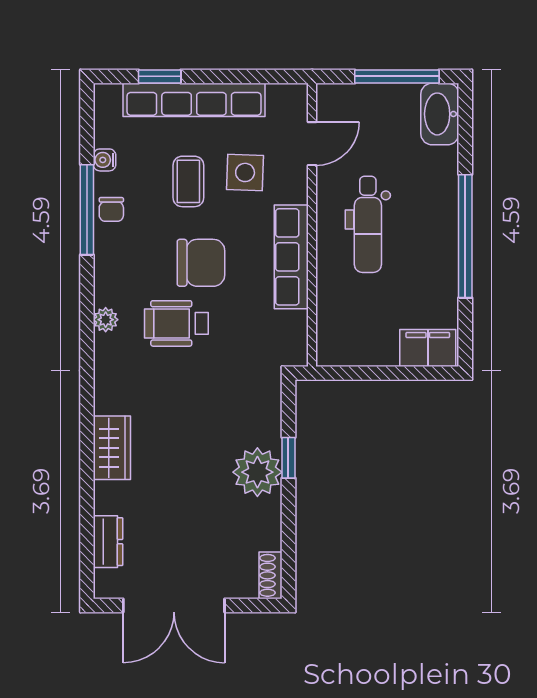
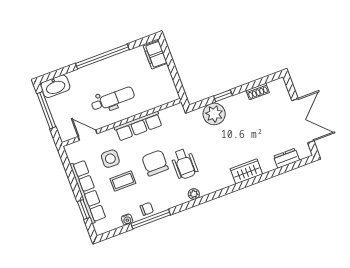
plant: (257, 472) -> (214, 114), moved
shoe rack: (270, 575) -> (258, 91), moved

